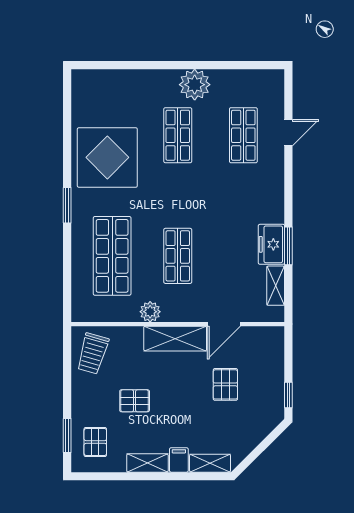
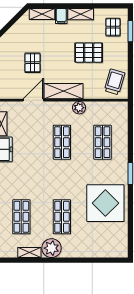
shelving: (230, 77) -> (29, 253), added
shop shelf: (112, 256) -> (103, 142), width x0.70, depth x0.74
pallet: (135, 401) -> (89, 53), width x1.50, depth x1.42

